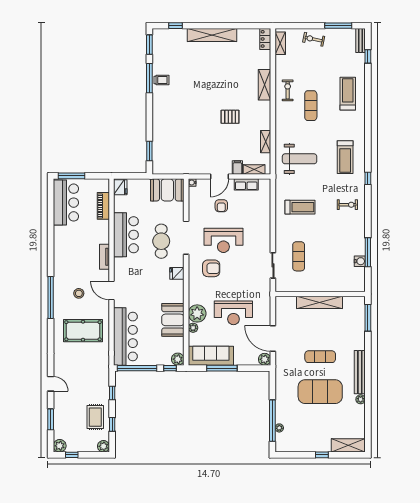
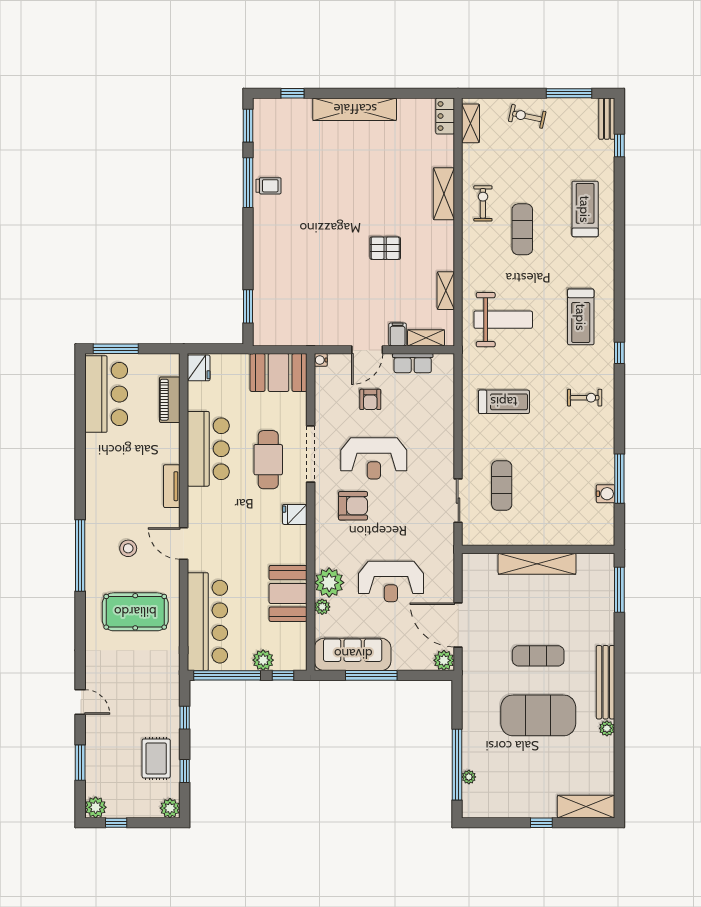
plant: (178, 359) -> (263, 660), moved

